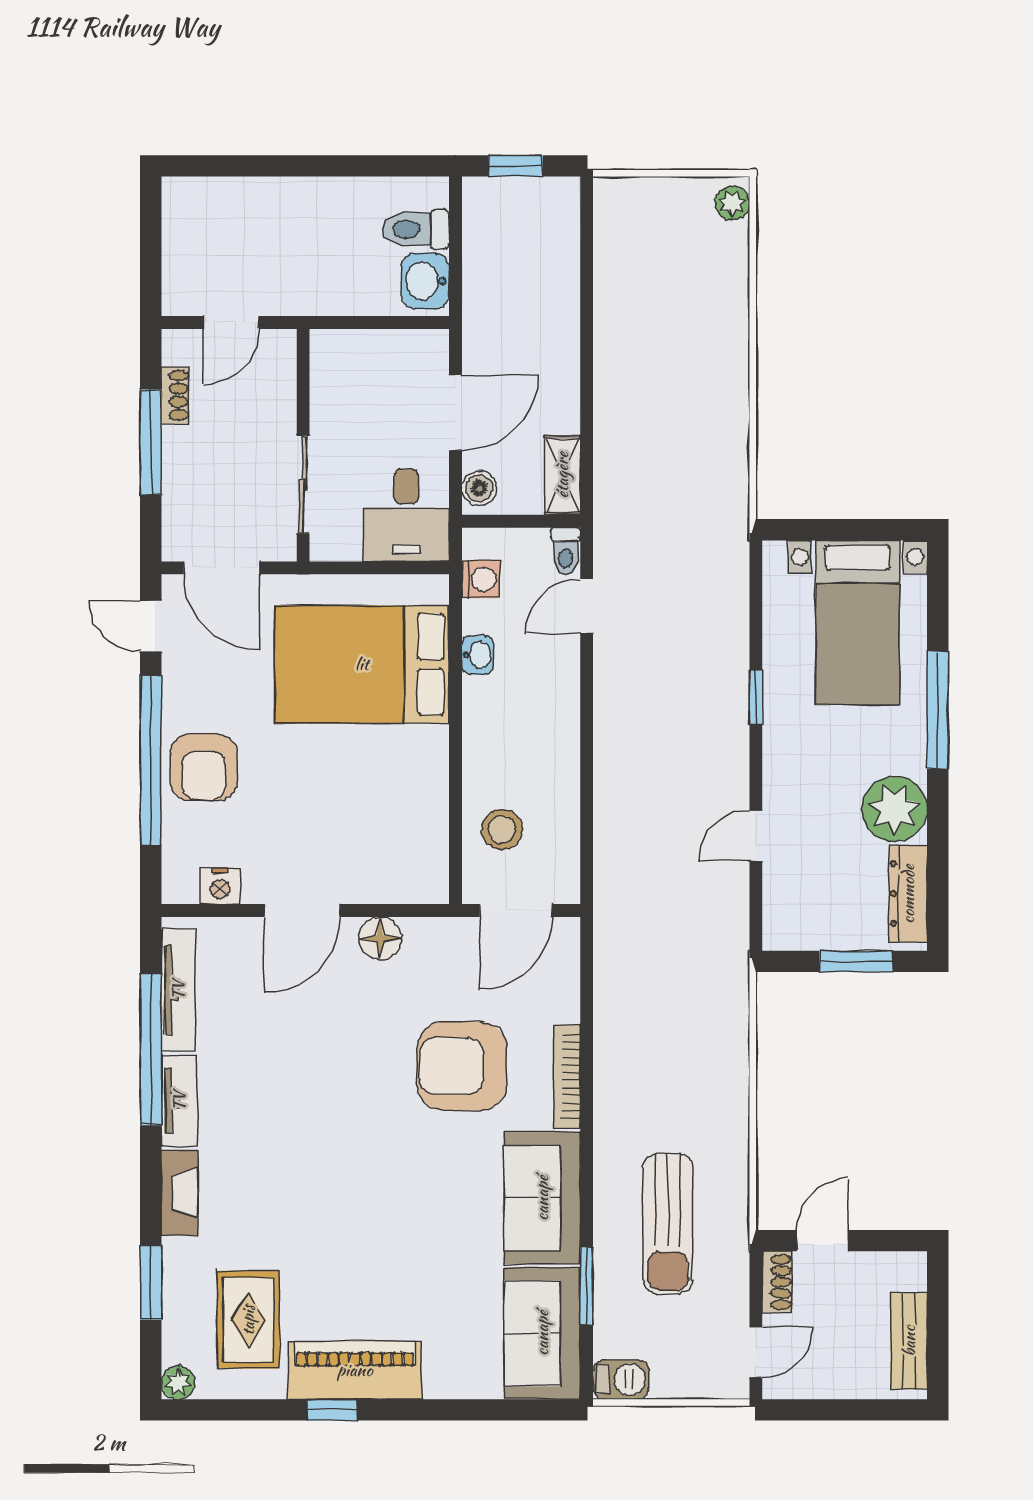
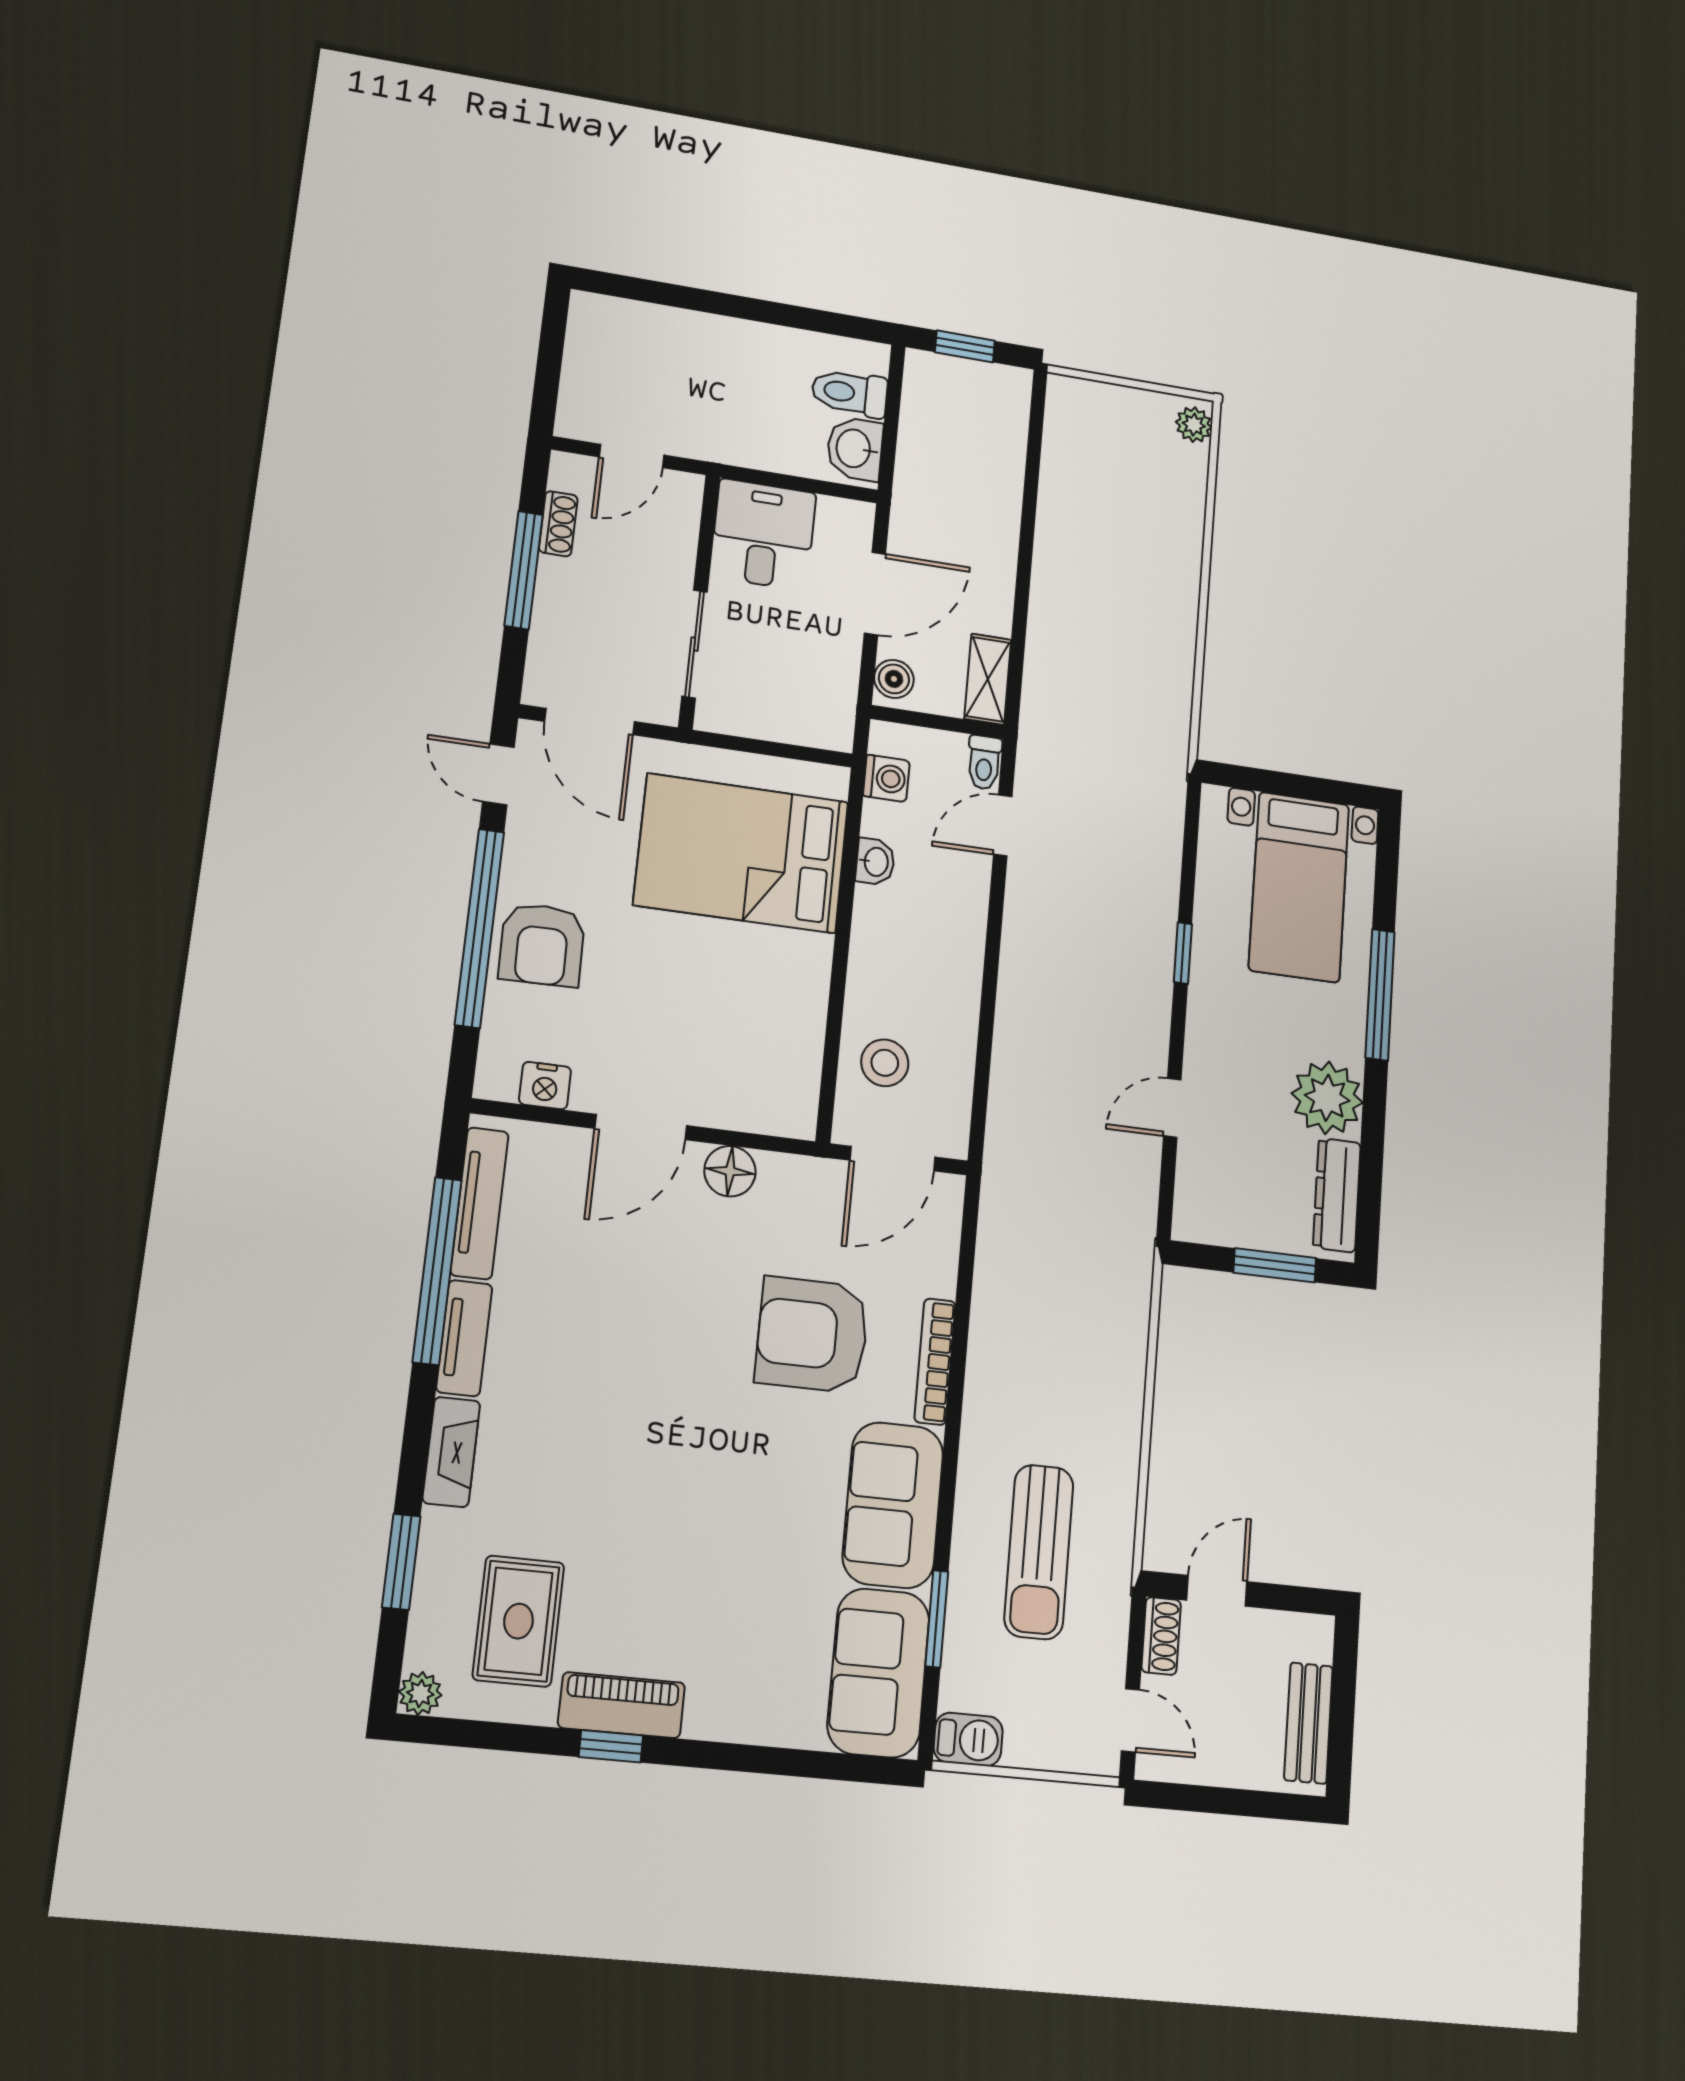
desk: (406, 515) -> (763, 535), moved, turned 180
door: (756, 1352) -> (1130, 1720), hinge flipped
piano: (355, 1370) -> (622, 1705), width x0.73, depth x0.75

